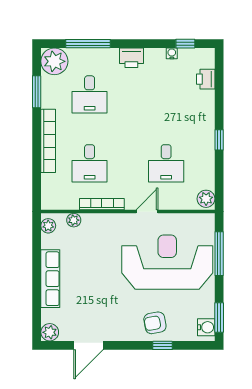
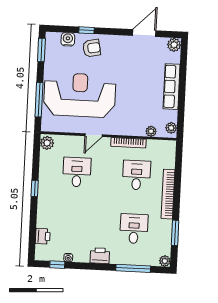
plant: (54, 61) -> (165, 261), width x0.53, depth x0.53
reception desk: (167, 262) -> (80, 95), turned 180
water cooler: (206, 327) -> (68, 39), moved, turned 90

